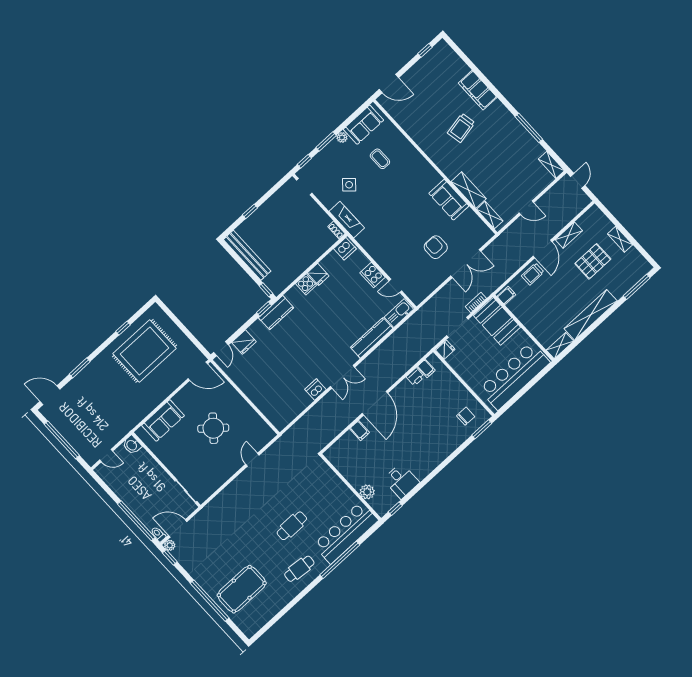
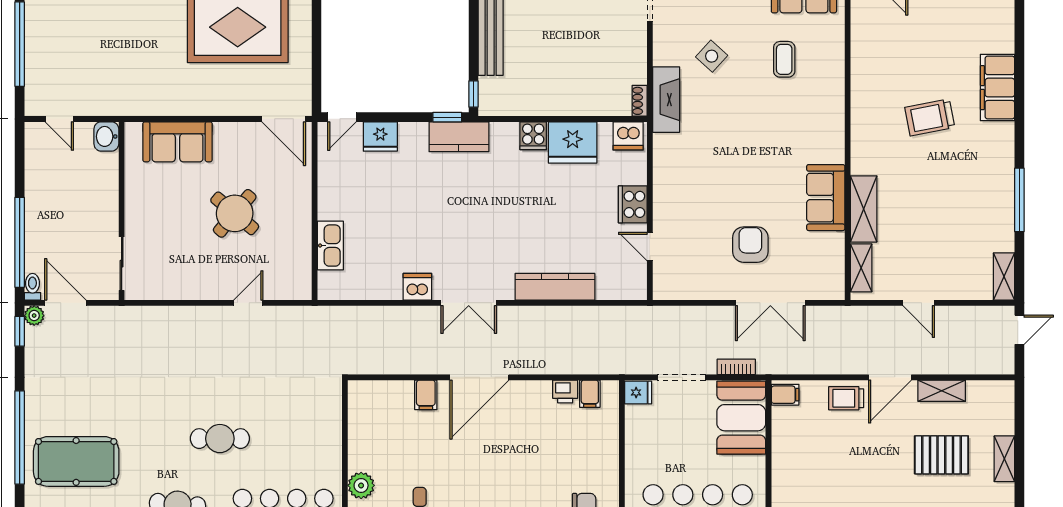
fridge: (318, 274) -> (573, 142), width x1.88, depth x1.34
kitchen sink: (399, 313) -> (330, 246), moved, turned 90

